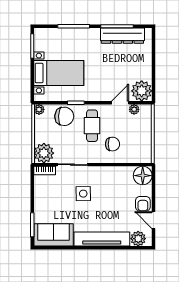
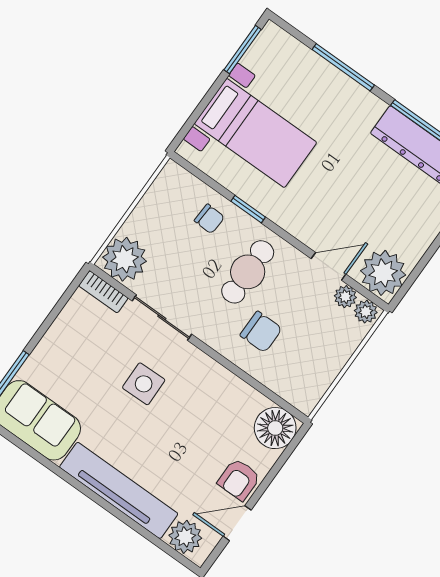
plant: (39, 109) -> (366, 312), moved
chair: (64, 116) -> (209, 219), width x0.54, depth x0.54
door: (154, 220) -> (237, 523), hinge flipped

